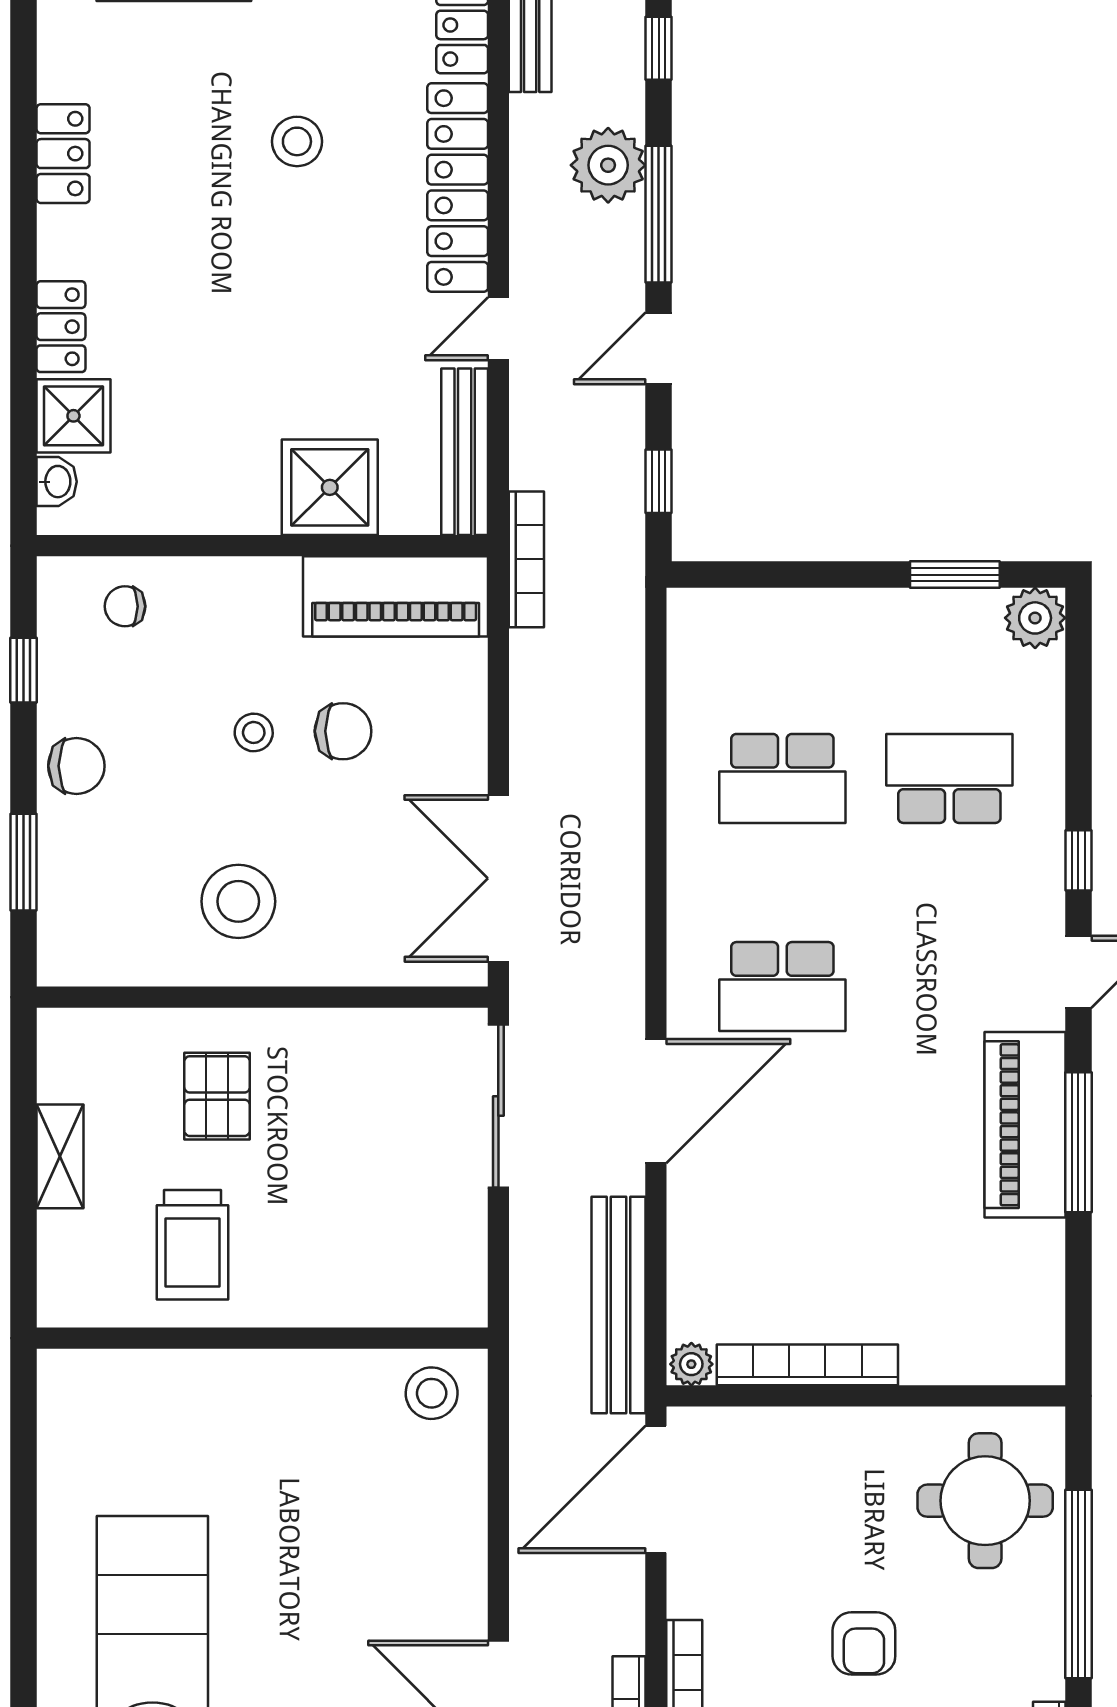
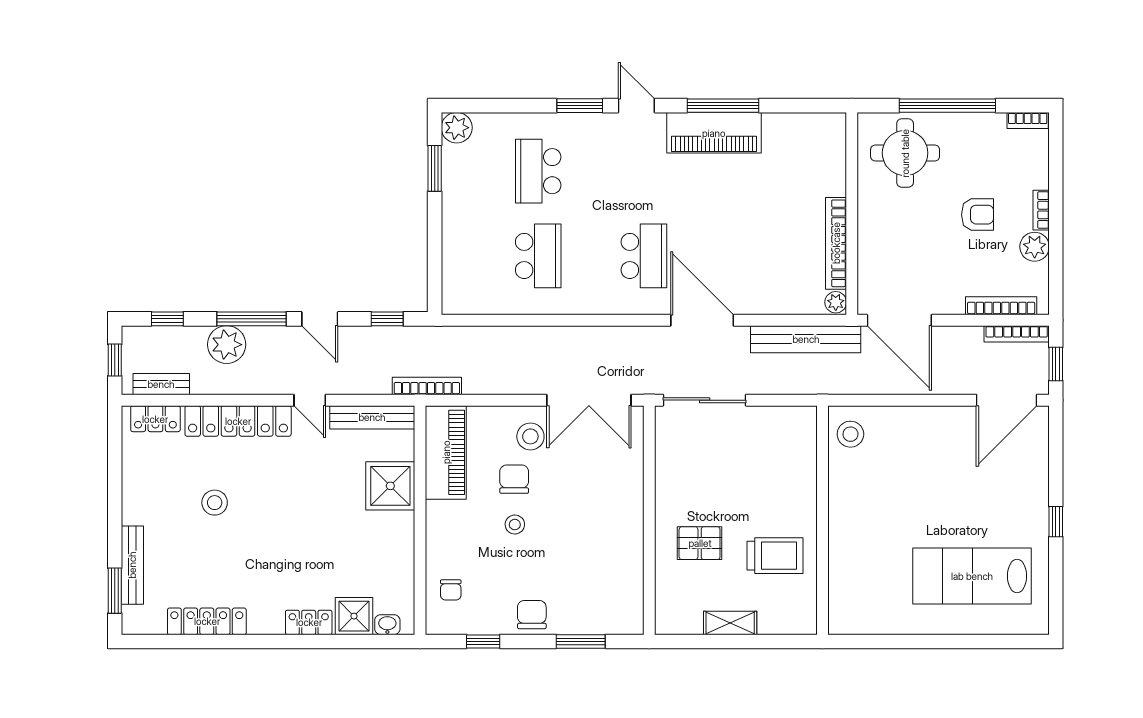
locker: (63, 154) -> (207, 621), width x1.53
window: (1078, 860) -> (580, 106), width x1.50
stool: (238, 901) -> (530, 436), moved, width x0.73, depth x0.73

